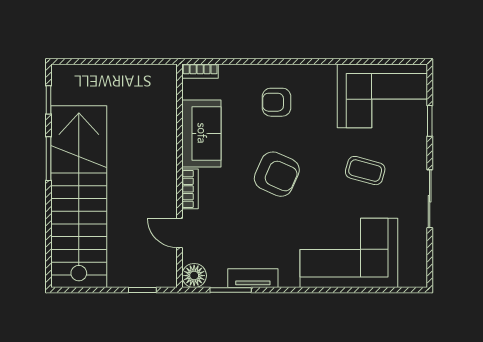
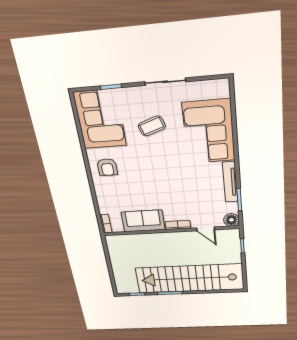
armchair: (277, 102) -> (107, 167), moved
coffee table: (365, 171) -> (152, 126), turned 56
armchair: (277, 174) -> (162, 179), removed
door: (180, 233) -> (206, 229), hinge flipped
tv unit: (253, 278) -> (230, 182), width x1.41

